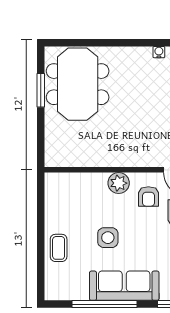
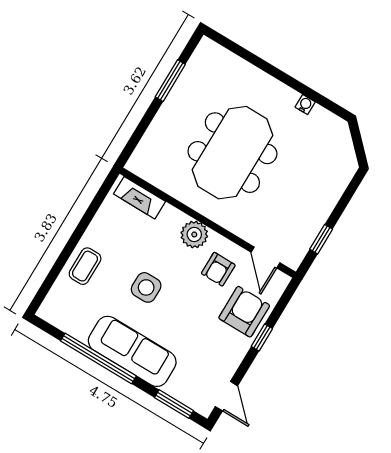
water cooler: (159, 52) -> (305, 104), moved
meeting table: (78, 84) -> (232, 153), moved
fireplace: (67, 181) -> (139, 198), added

